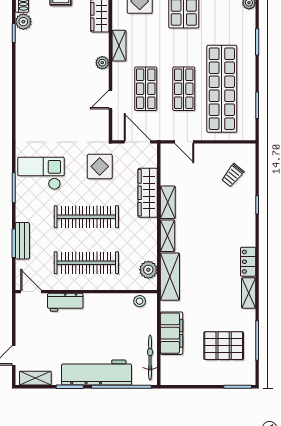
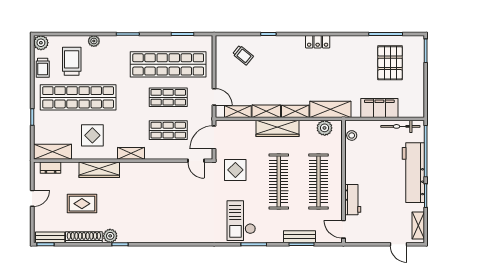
plant: (102, 63) -> (146, 168), removed
door: (110, 100) -> (196, 161), moved
door: (184, 142) -> (214, 97), hinge flipped
wardrobe: (148, 193) -> (277, 128), moved
door: (31, 292) -> (343, 229), hinge flipped
shelving: (249, 293) -> (238, 112), moved

